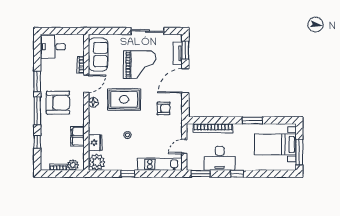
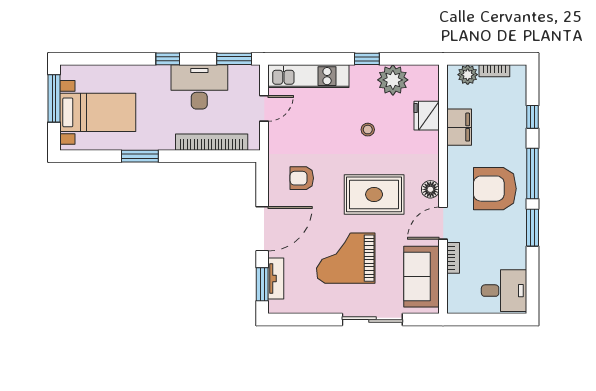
sliding door: (147, 31) -> (372, 320), moved
plant: (97, 162) -> (393, 80), moved

